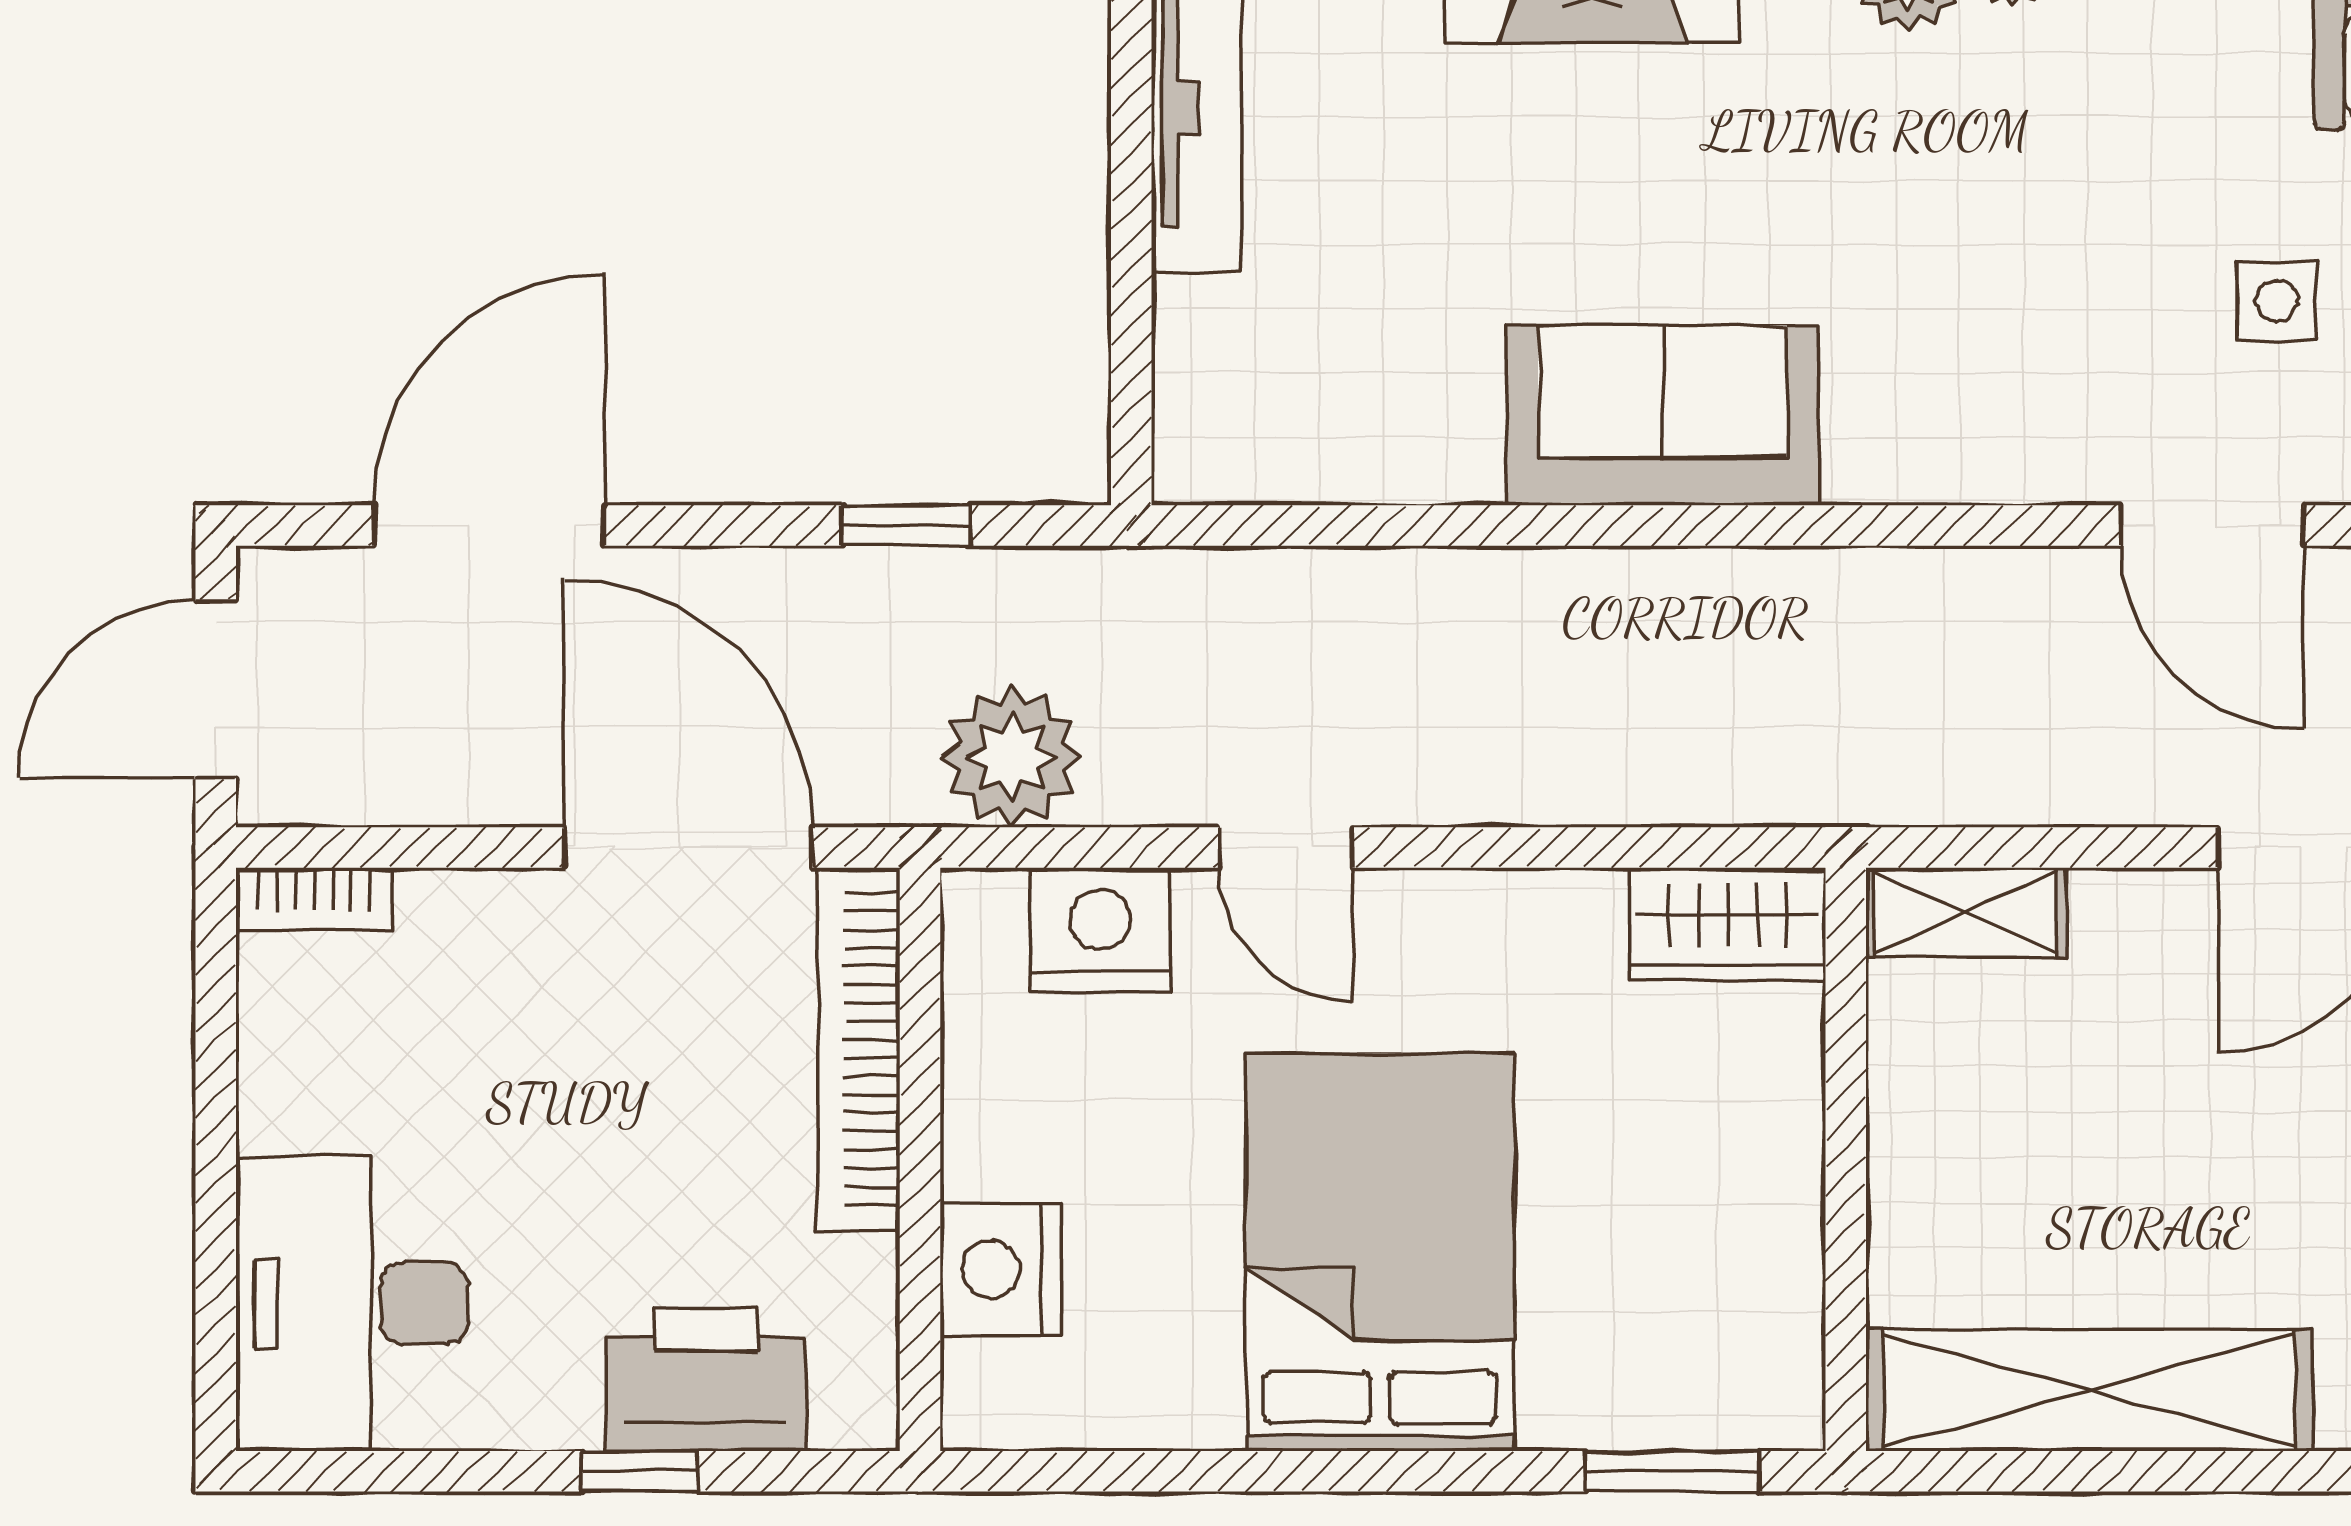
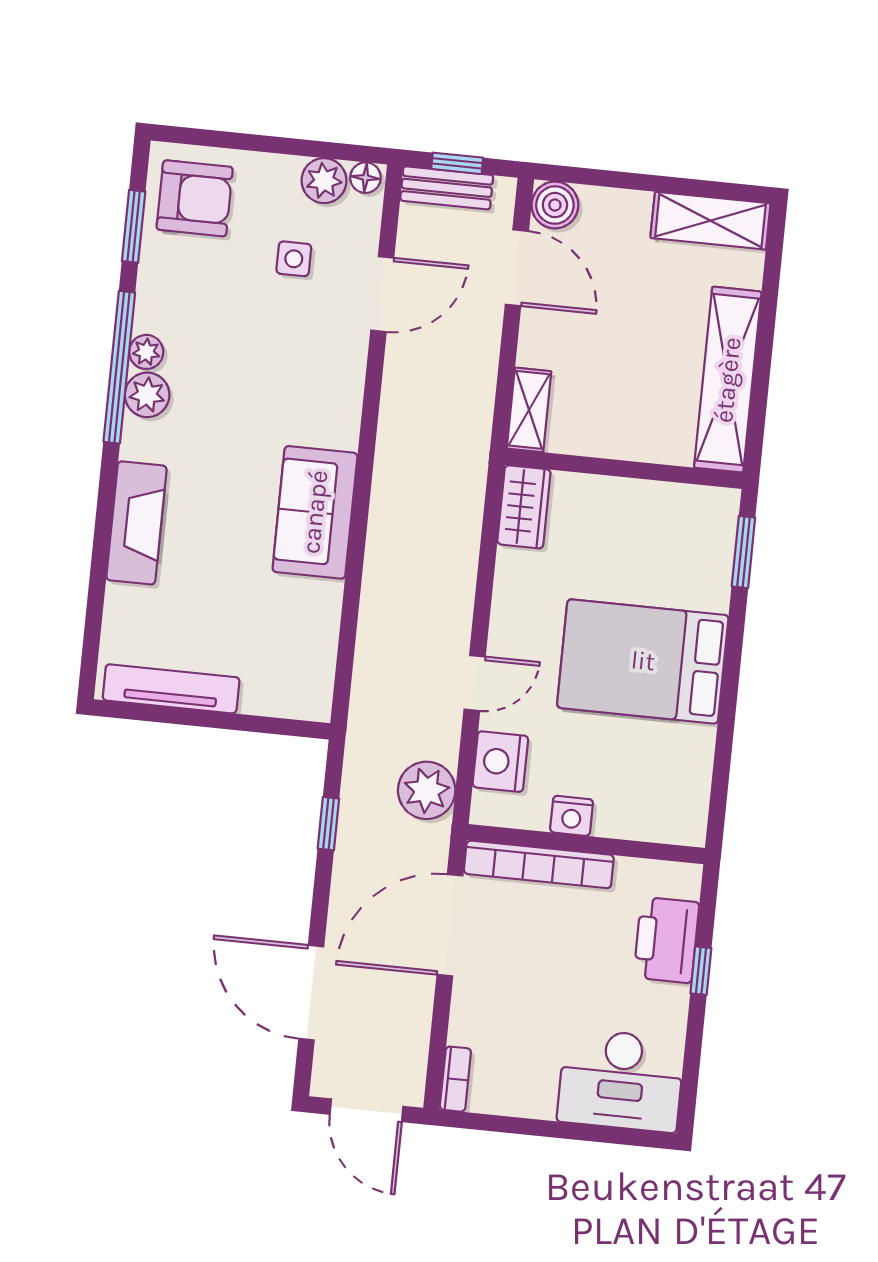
nightstand: (1000, 1270) -> (572, 816), moved, width x0.74, depth x0.75

